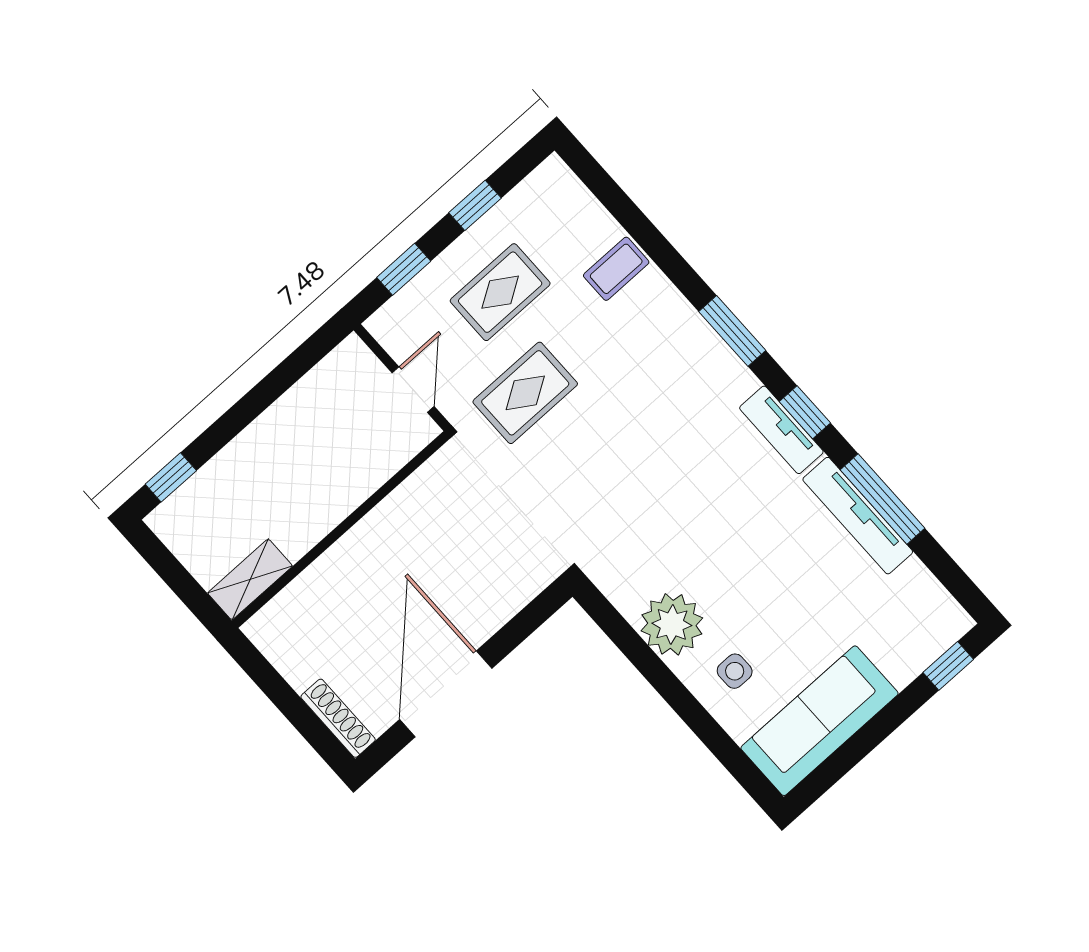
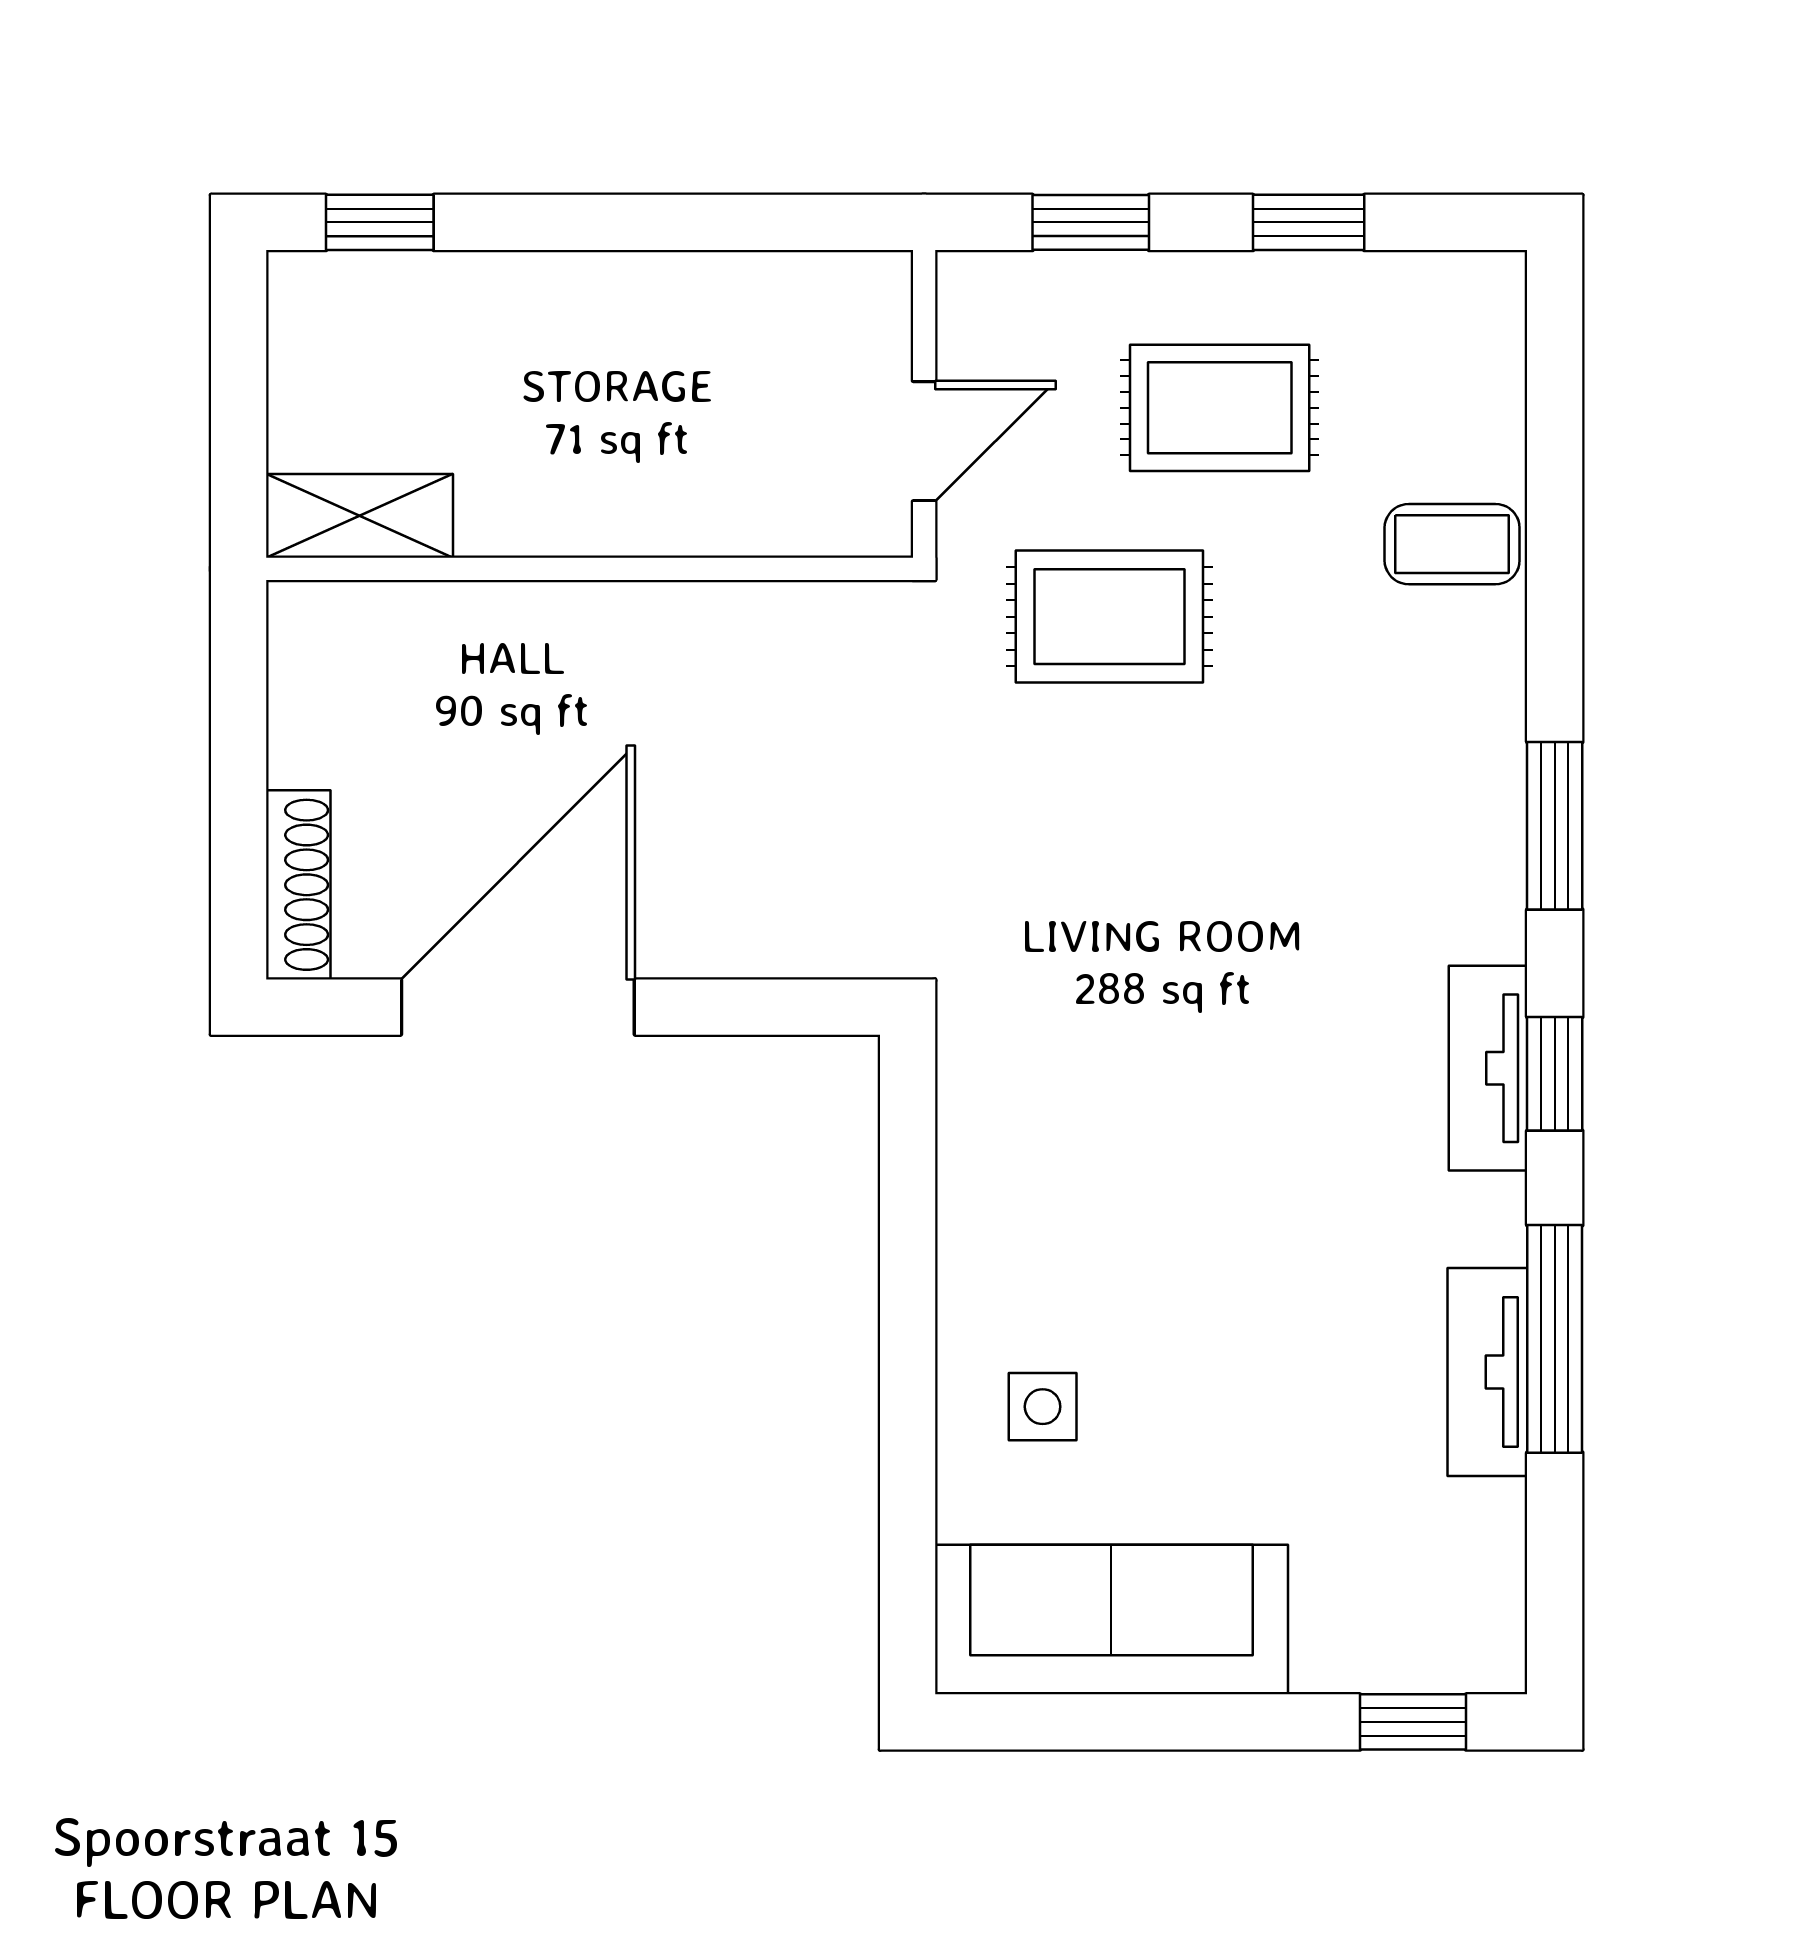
tv unit: (858, 516) -> (1487, 1372), width x0.71
plant: (672, 624) -> (1007, 1232), removed

